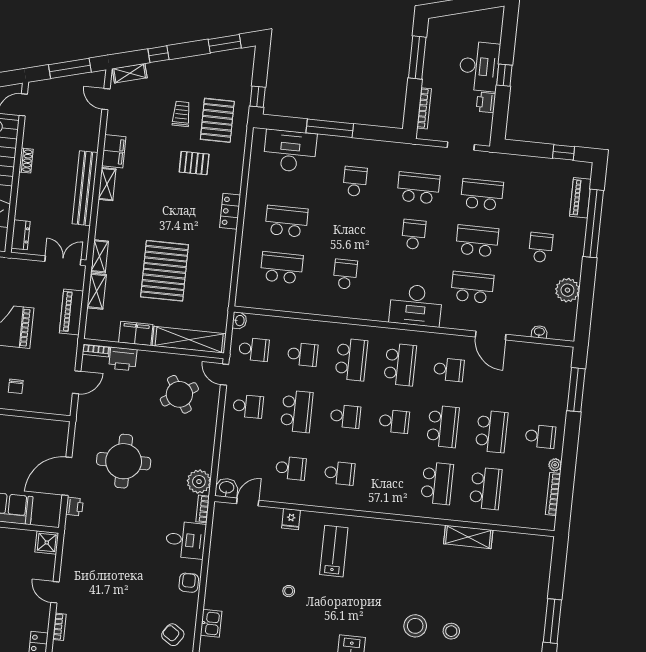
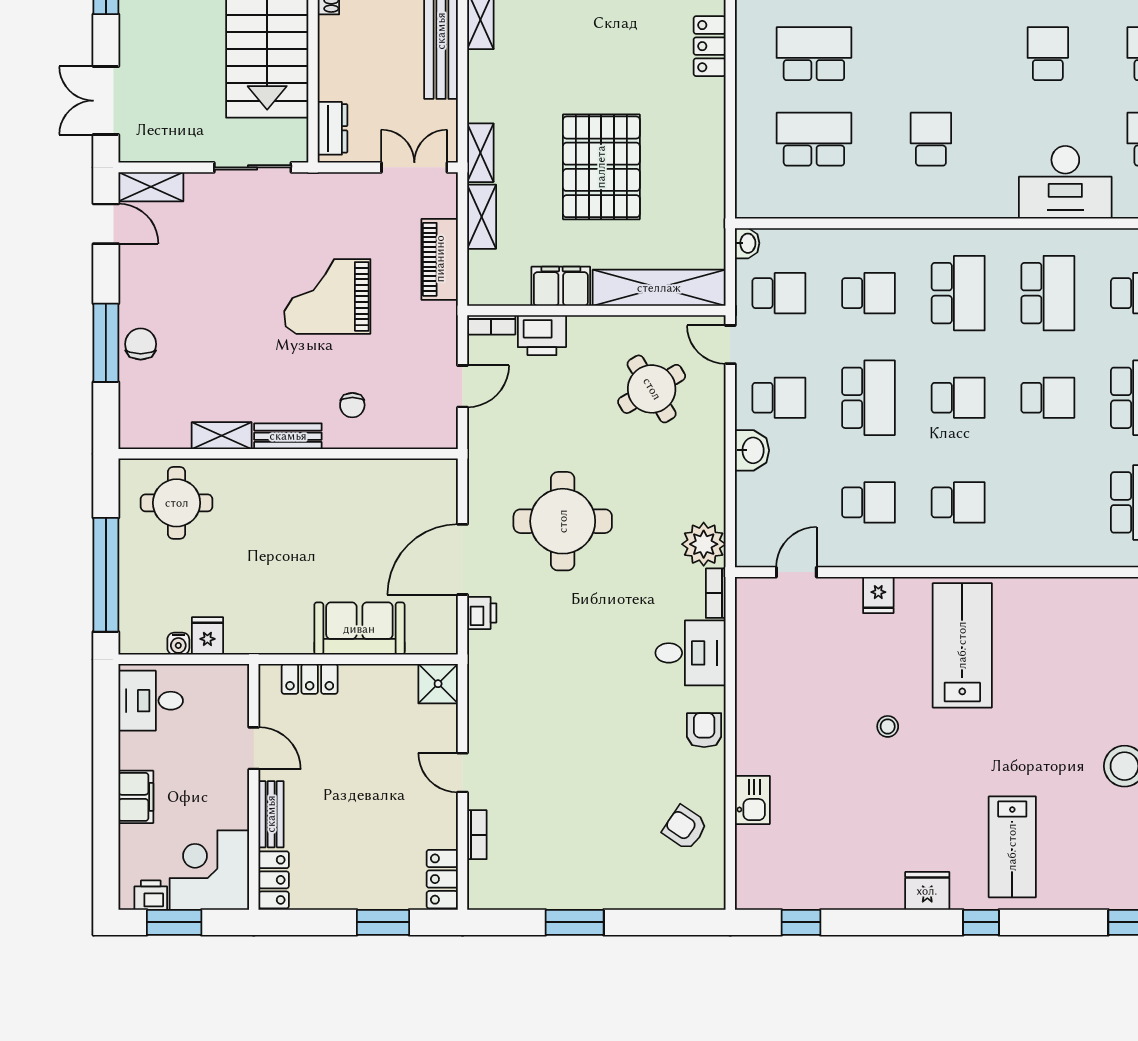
washbasin: (227, 488) -> (752, 450), moved, turned 90
lab bench: (334, 551) -> (962, 645), width x1.36, depth x1.39

